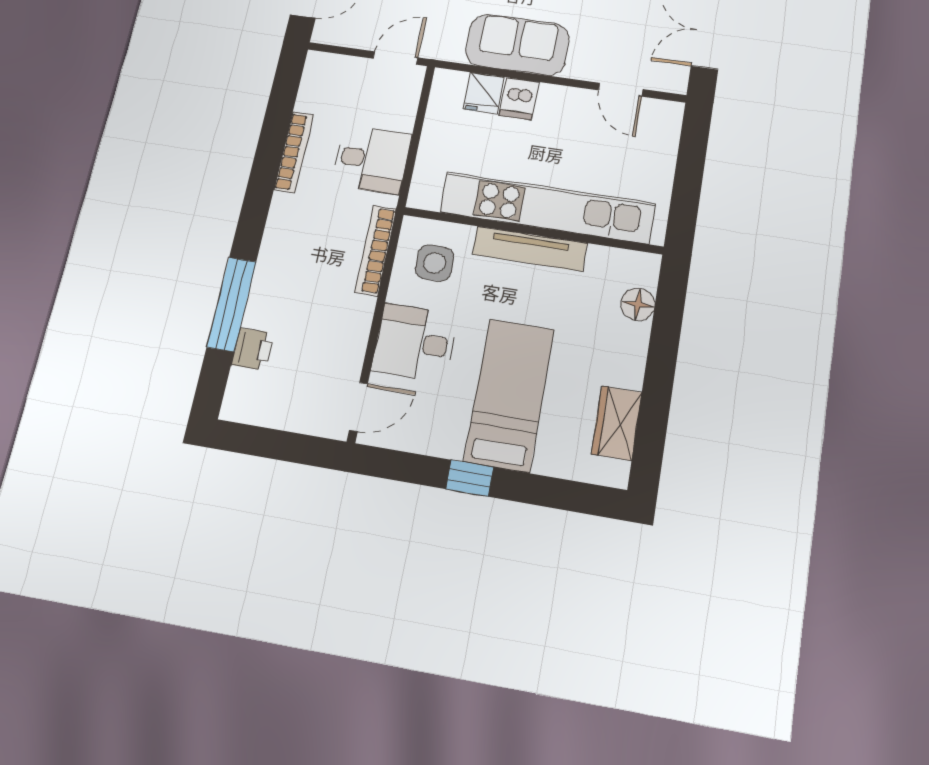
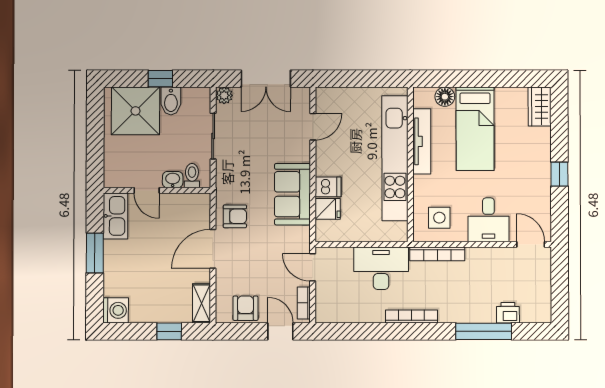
bookcase: (343, 37) -> (304, 303), added
bookcase: (294, 152) -> (412, 316), moved
desk: (372, 159) -> (381, 268), width x1.37
tv unit: (530, 249) -> (422, 141), moved
bed: (509, 395) -> (475, 129), moved, turned -90
wardrobe: (617, 423) -> (540, 107), moved, turned 90

